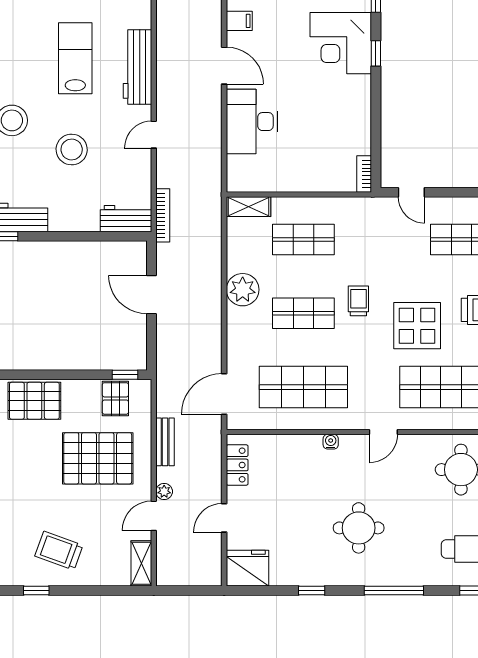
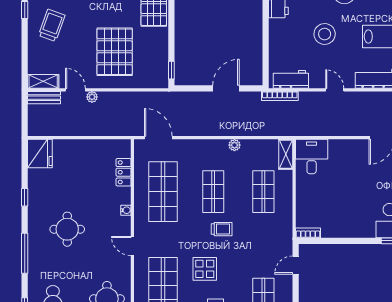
desk: (252, 122) -> (312, 156), moved, width x0.73
workbench: (126, 219) -> (291, 79), moved, turned -90
plant: (243, 290) -> (234, 145), width x0.53, depth x0.53
display table: (417, 326) -> (205, 269), width x0.73, depth x0.73
pallet: (115, 398) -> (155, 64), removed
bench: (165, 442) -> (44, 98), moved
locker: (237, 465) -> (124, 172), moved, turned 90
door: (224, 518) -> (74, 138), removed

